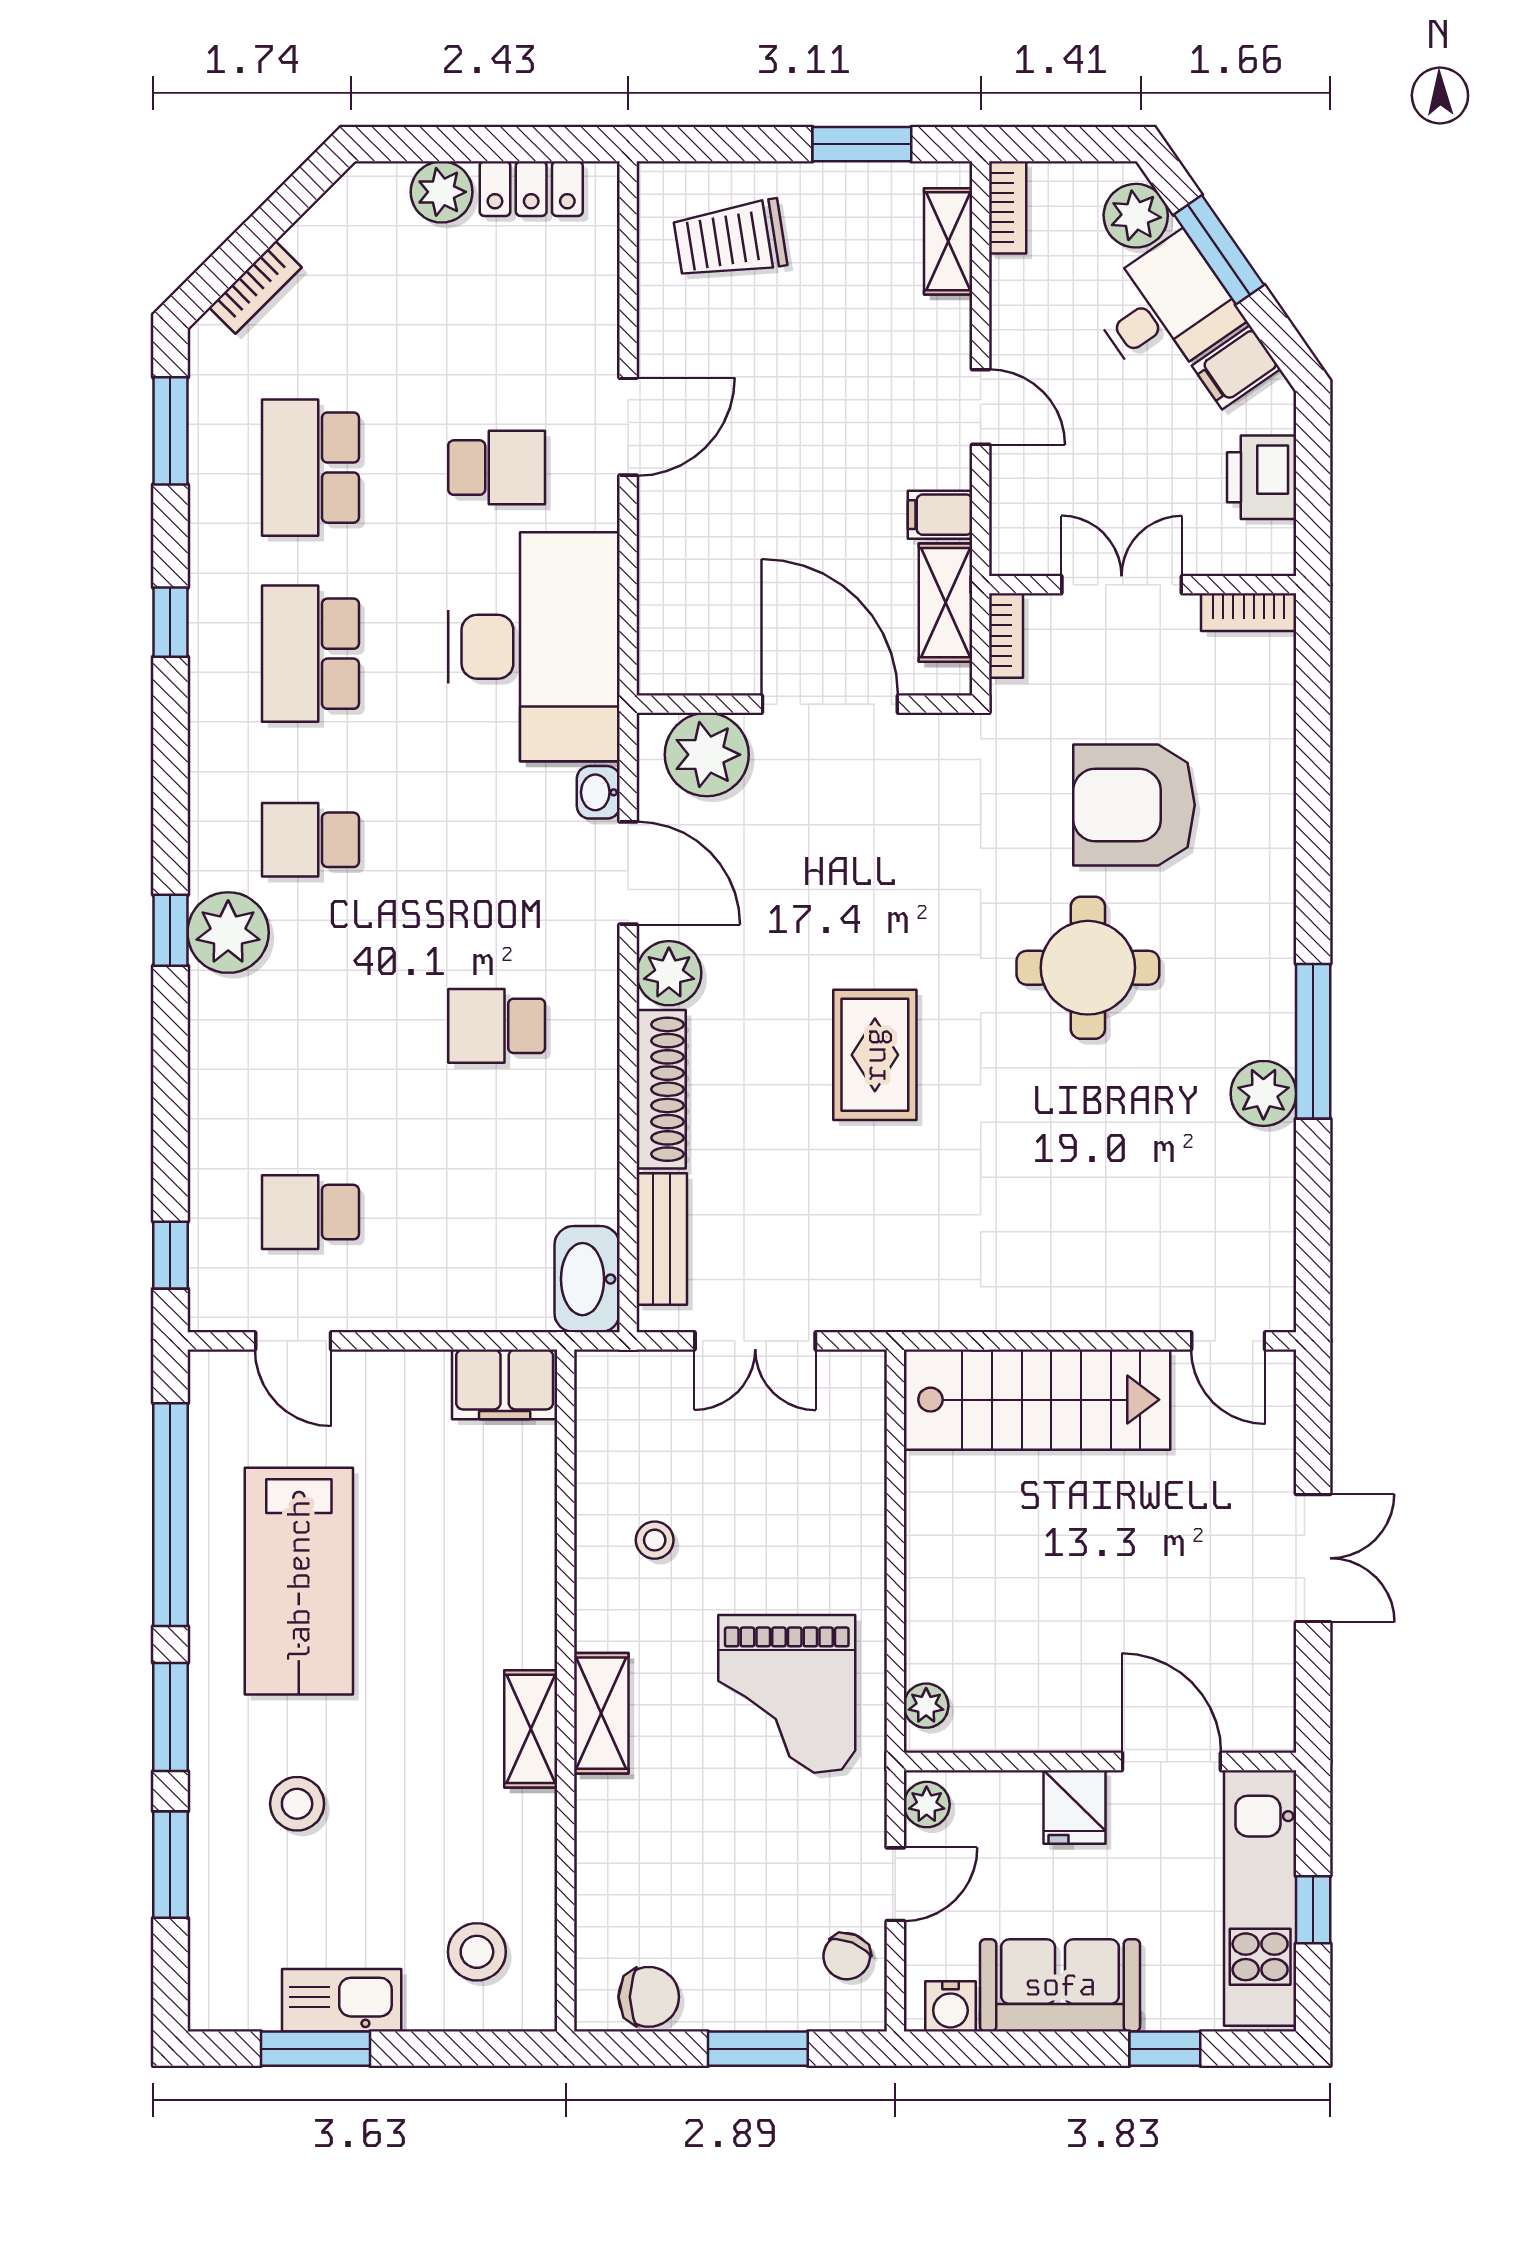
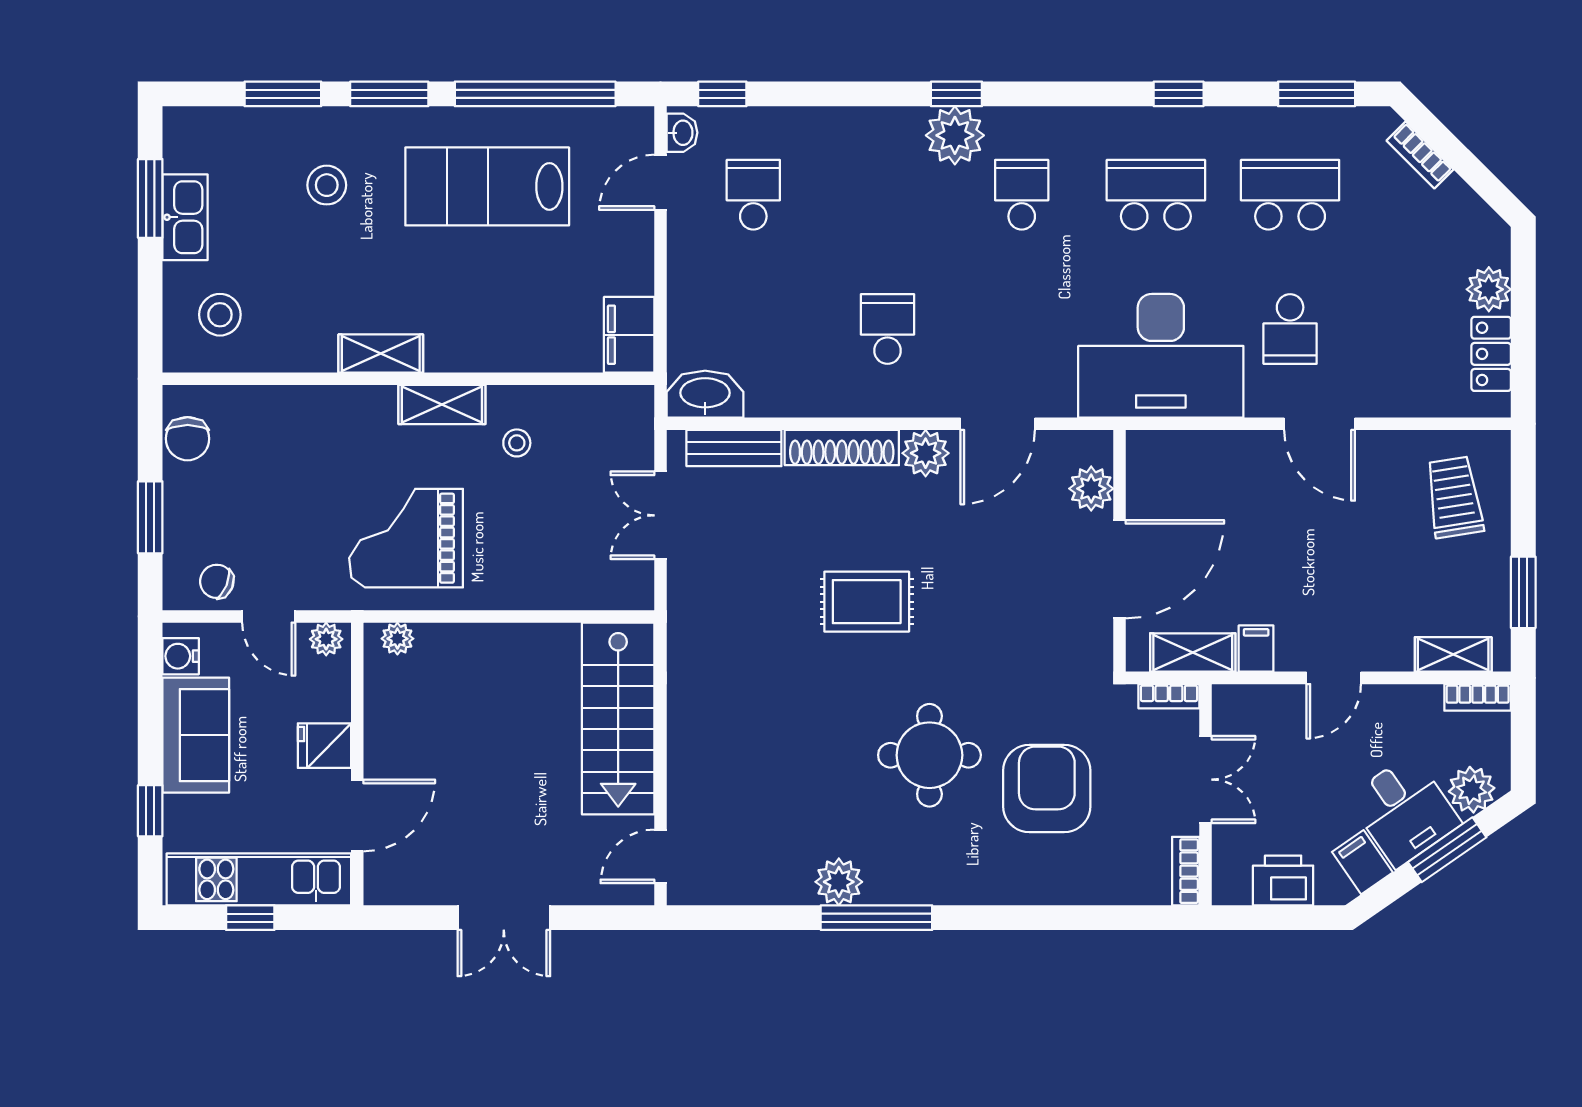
plant: (707, 755) -> (1091, 489), width x0.73, depth x0.73
washbasin: (598, 792) -> (682, 133), moved, turned 90
shelving: (601, 1713) -> (442, 404), moved

